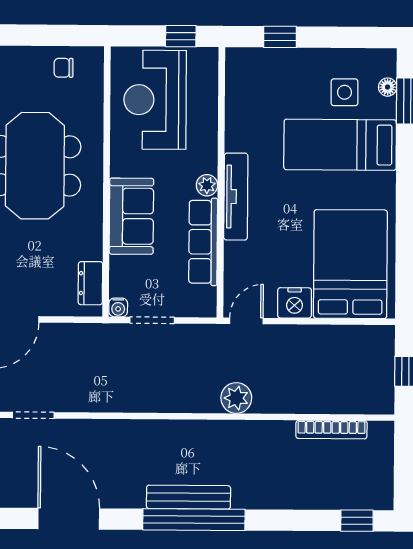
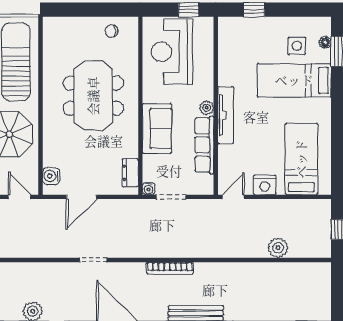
bed: (350, 264) -> (301, 159), width x0.67
plant: (236, 398) -> (278, 248), moved
bookcase: (331, 430) -> (170, 268), moved

